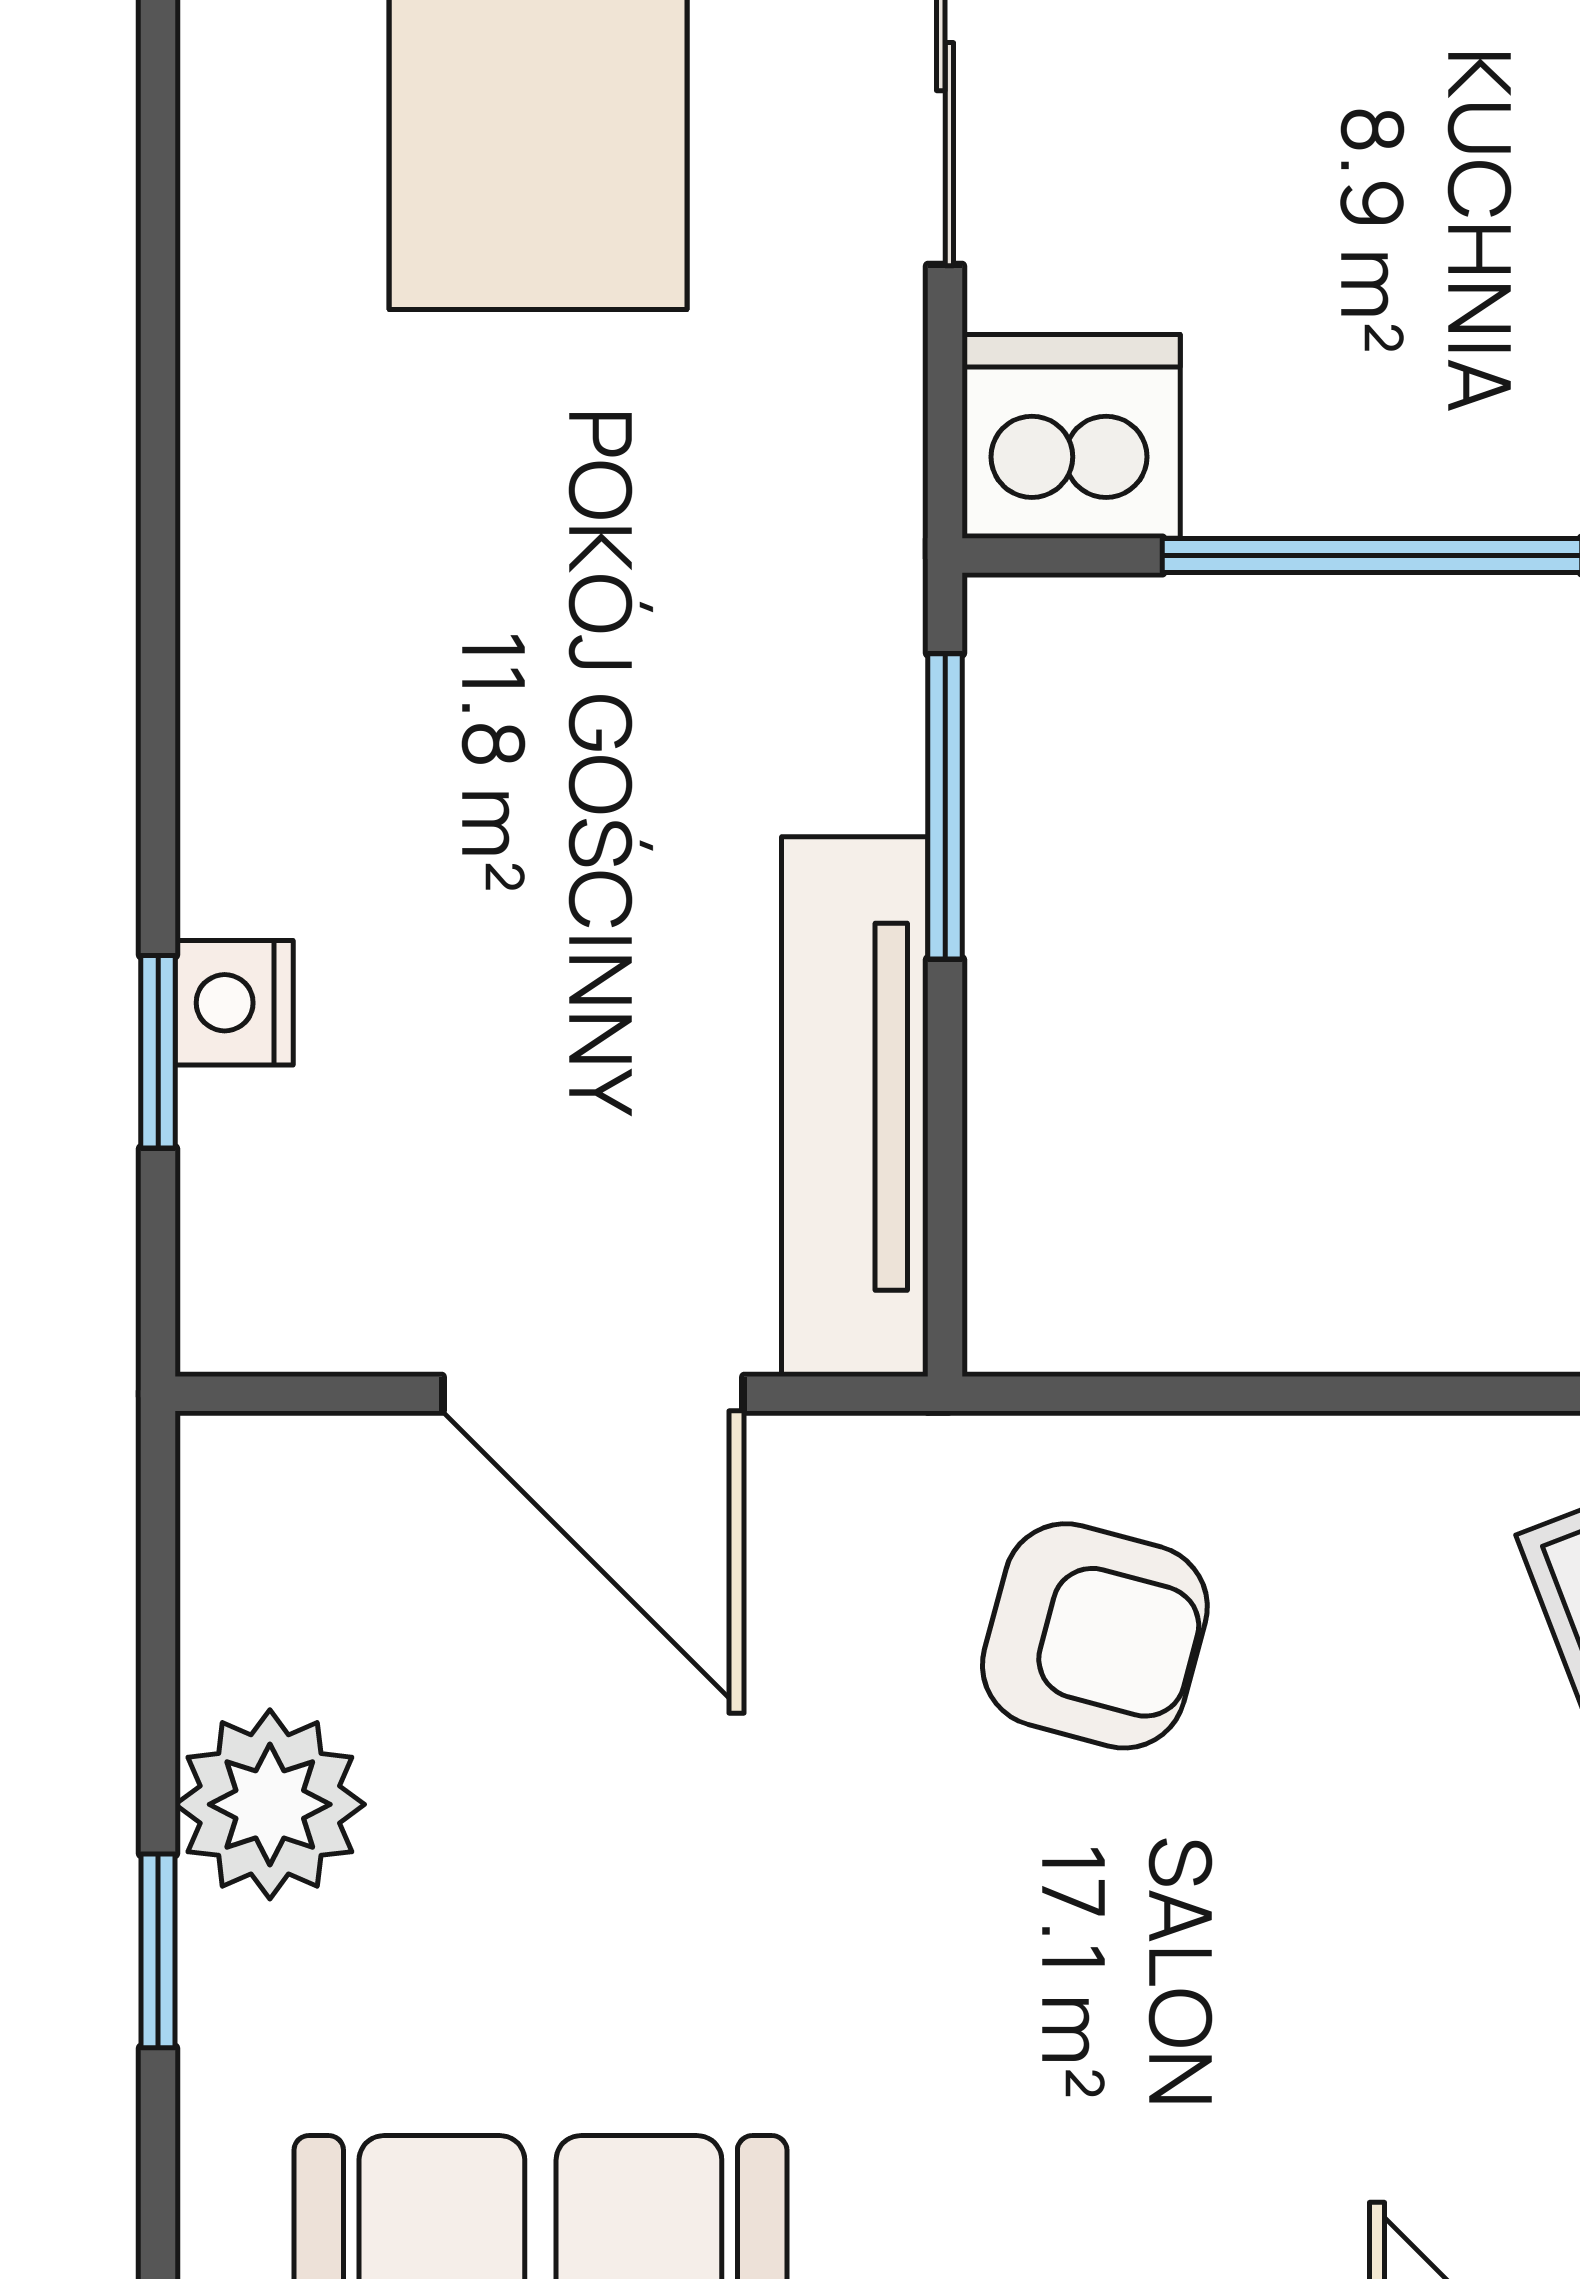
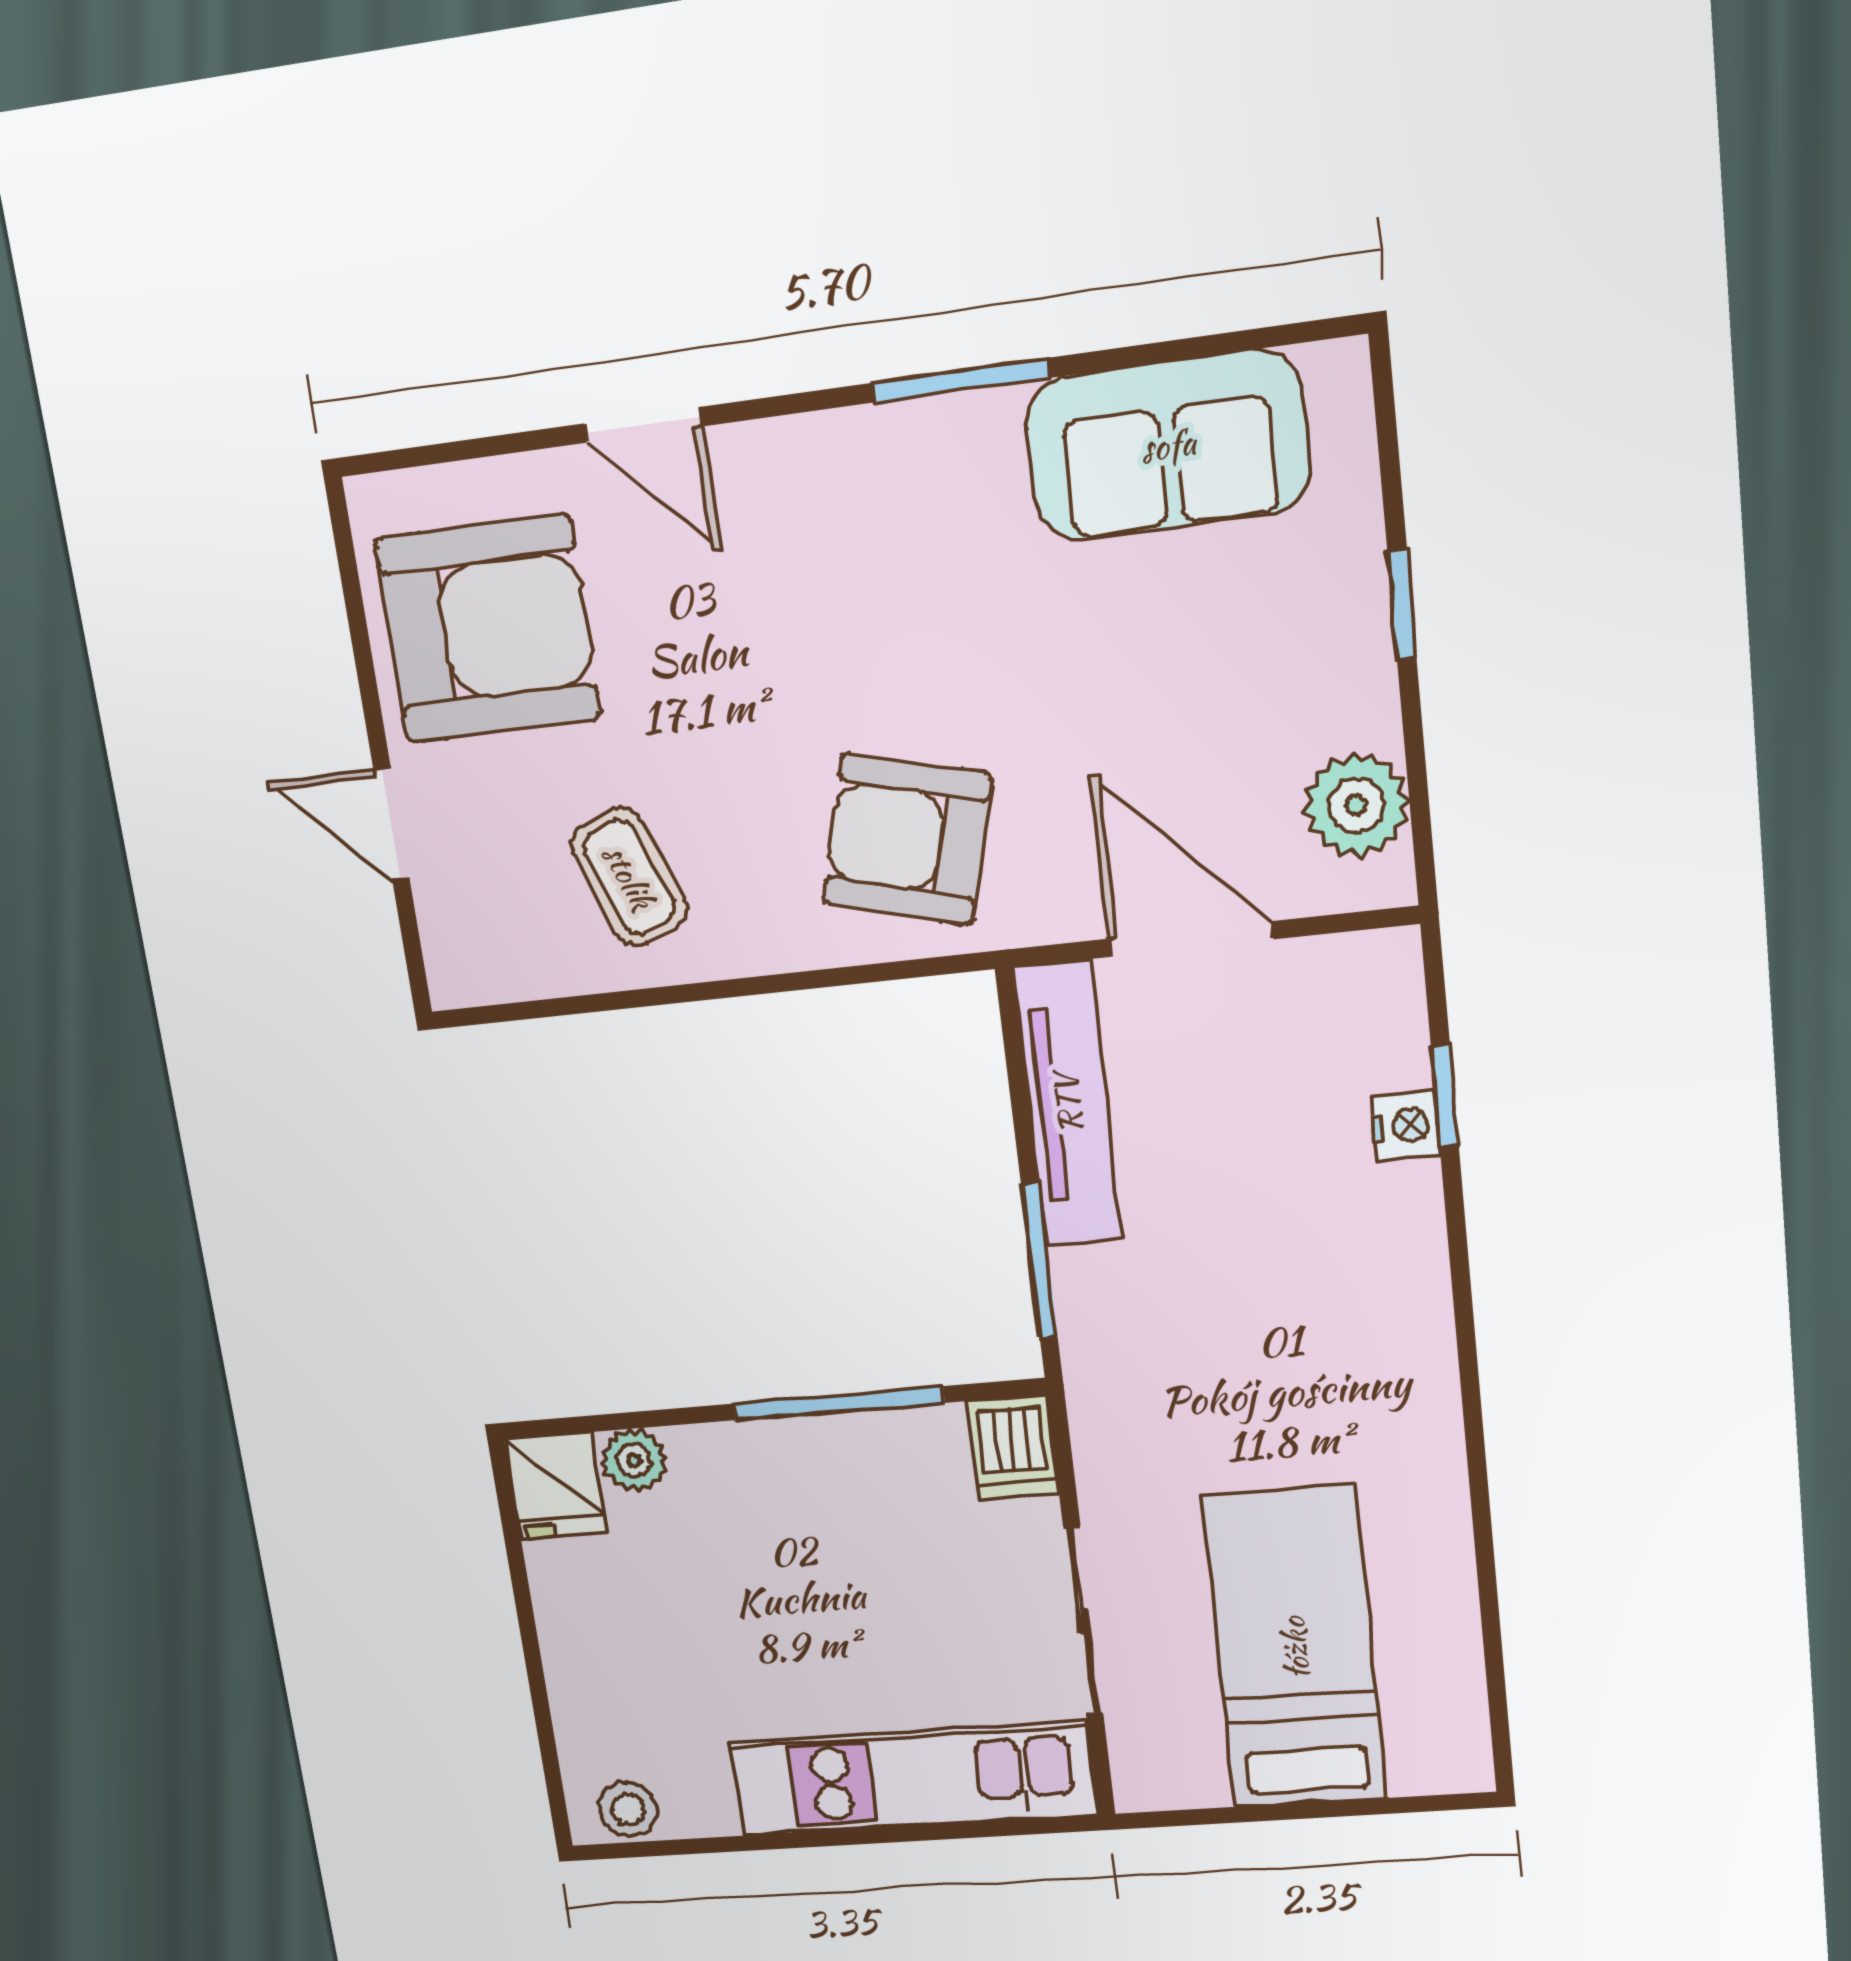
dishwasher: (1071, 436) -> (1013, 1447), width x0.73
armchair: (1095, 1636) -> (907, 840), width x1.38, depth x1.38
plant: (270, 1804) -> (1356, 805), moved

